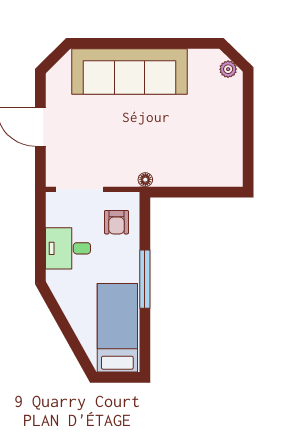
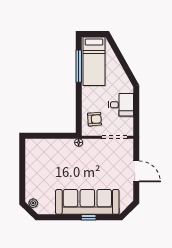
window: (127, 43) -> (89, 217), added
armchair: (116, 222) -> (94, 119), turned 86
window: (145, 279) -> (79, 66), moved

